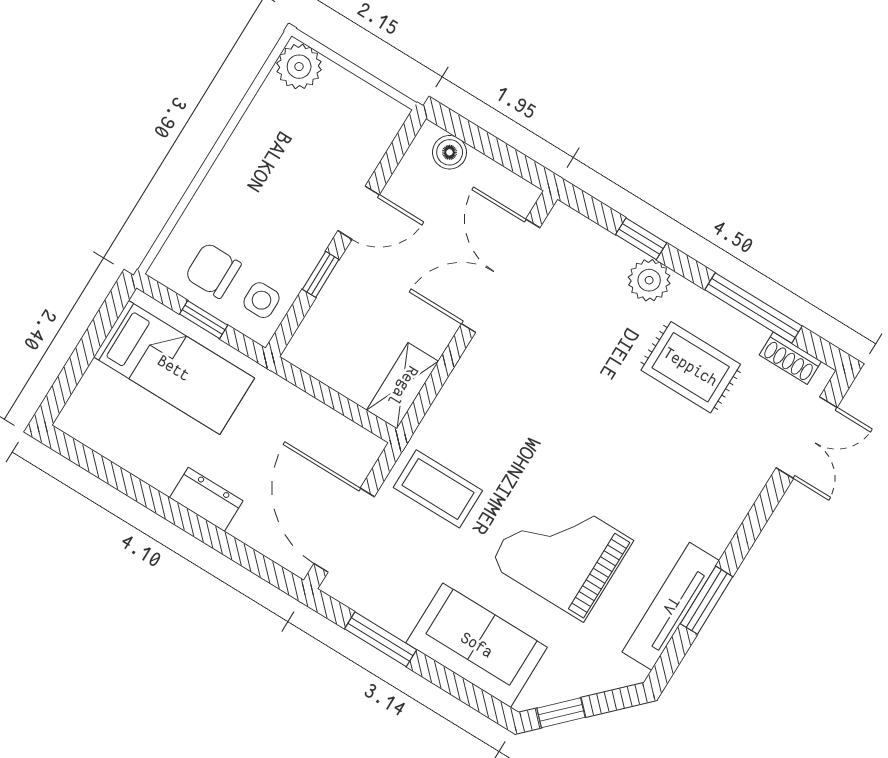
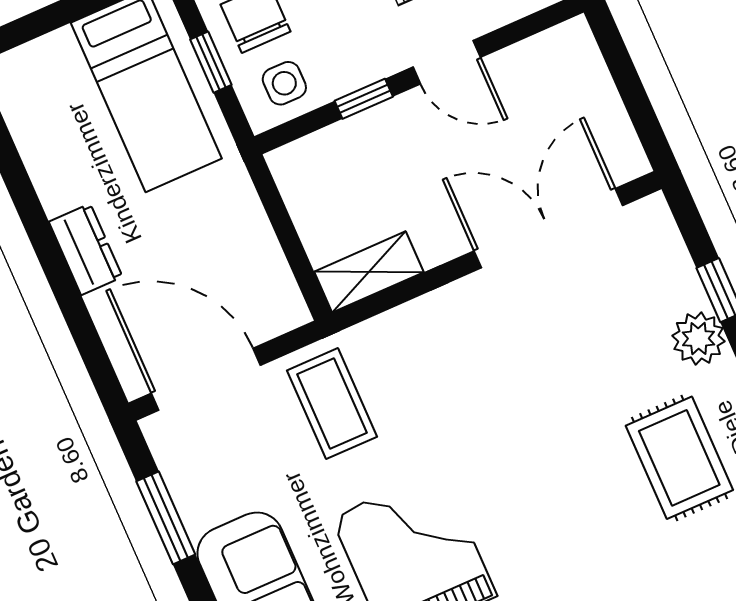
boiler: (450, 152) -> (584, 65), removed
door: (344, 530) -> (206, 379), hinge flipped

